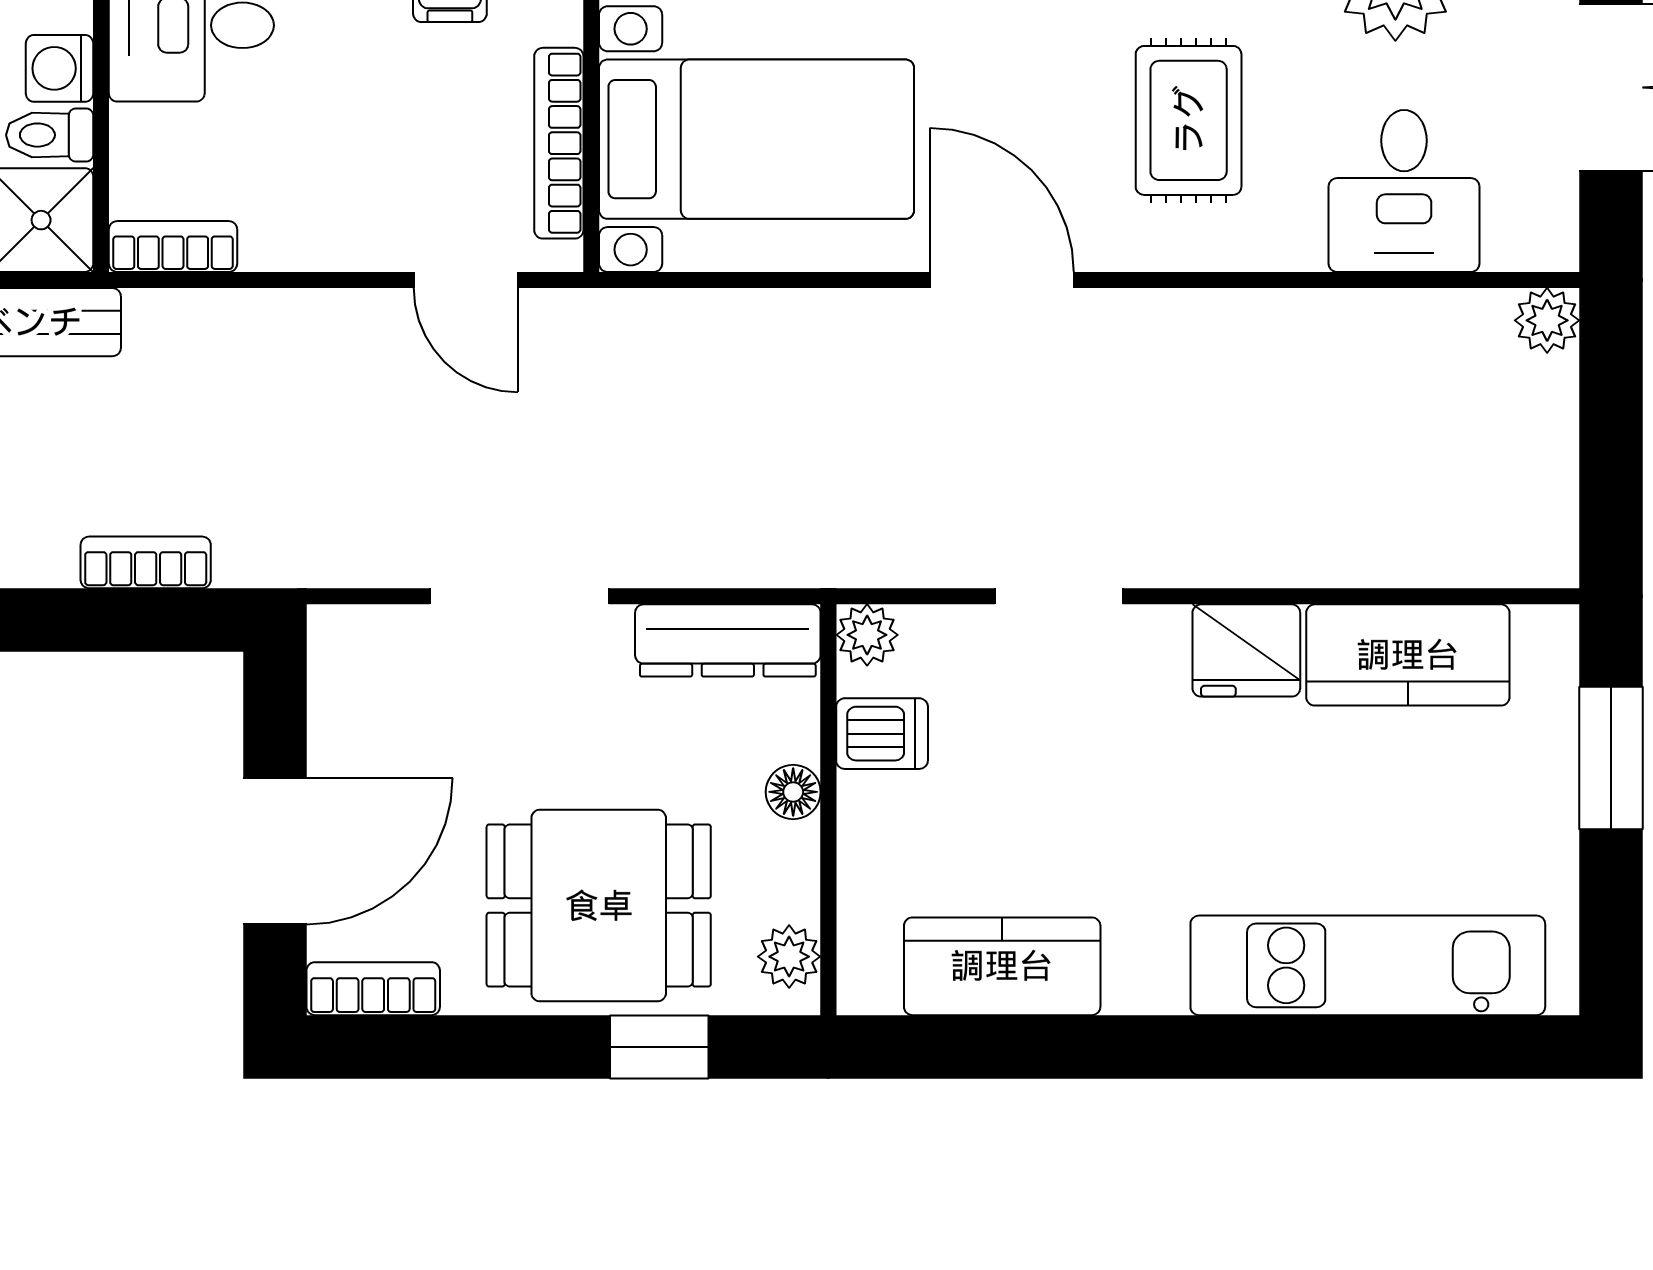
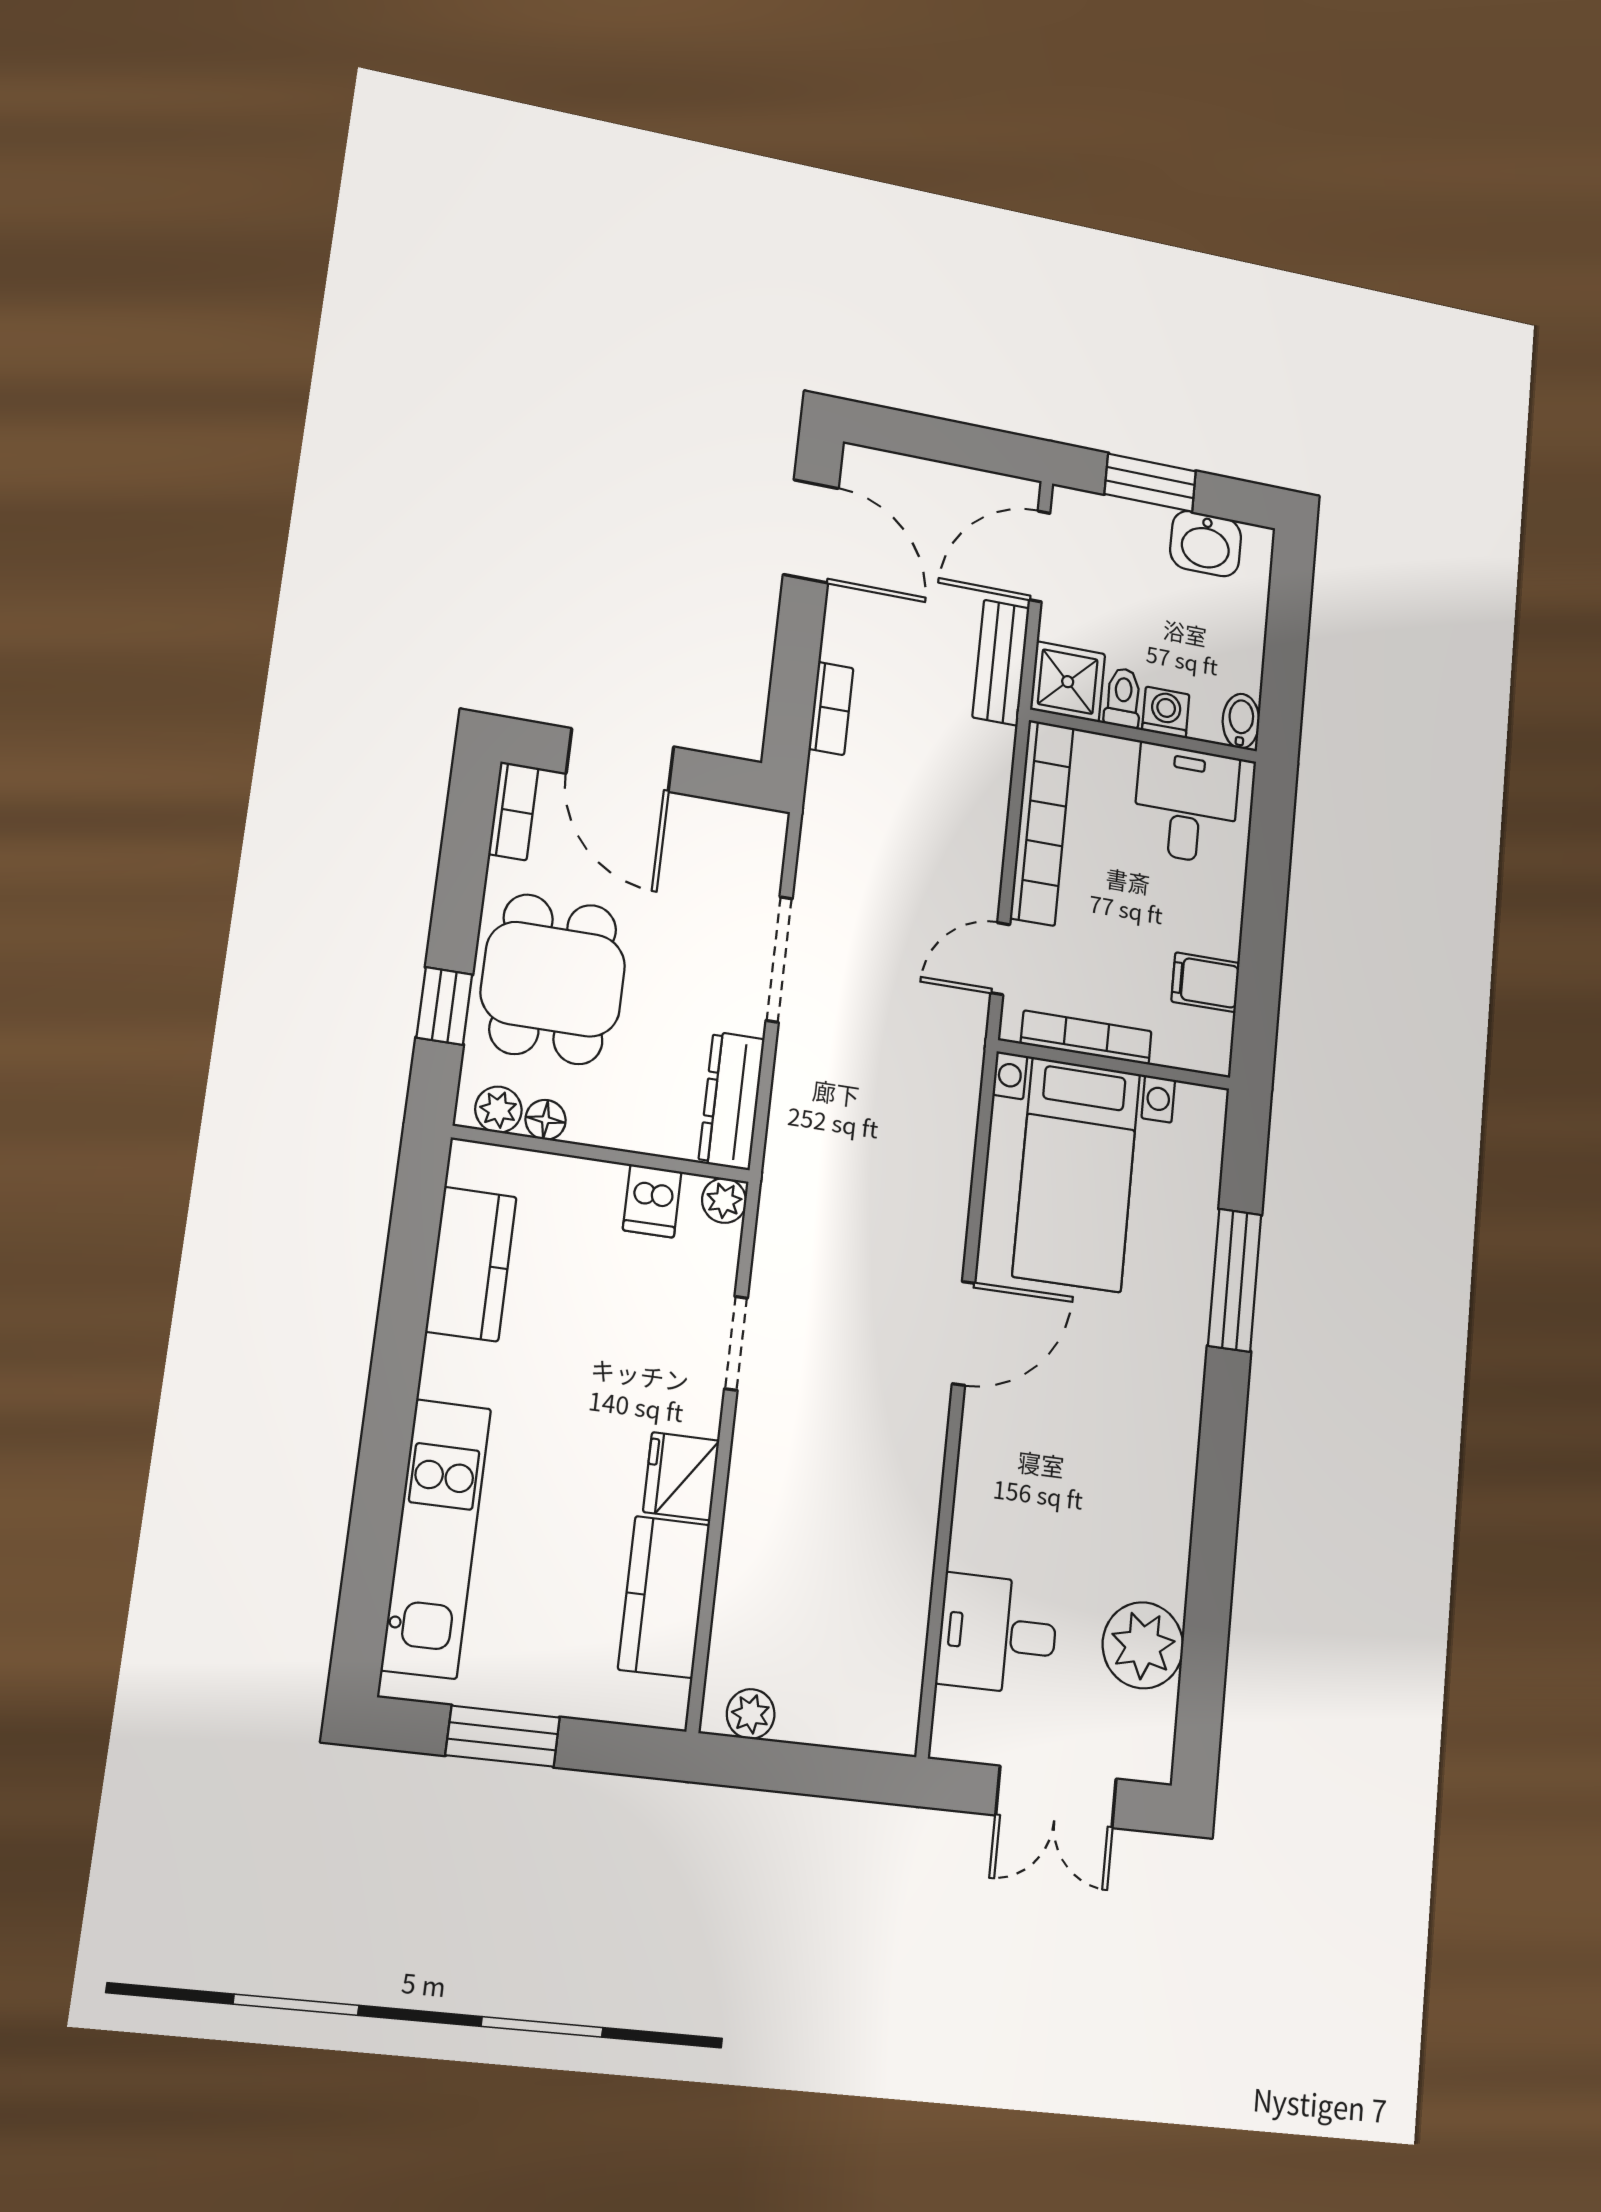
rug: (1189, 120) -> (1061, 1483), removed
bookcase: (173, 247) -> (1042, 822), width x2.31, depth x1.31
plant: (1547, 320) -> (751, 1714), moved
window: (1611, 758) -> (503, 1736), moved
floor lamp: (793, 792) -> (546, 1120), moved

